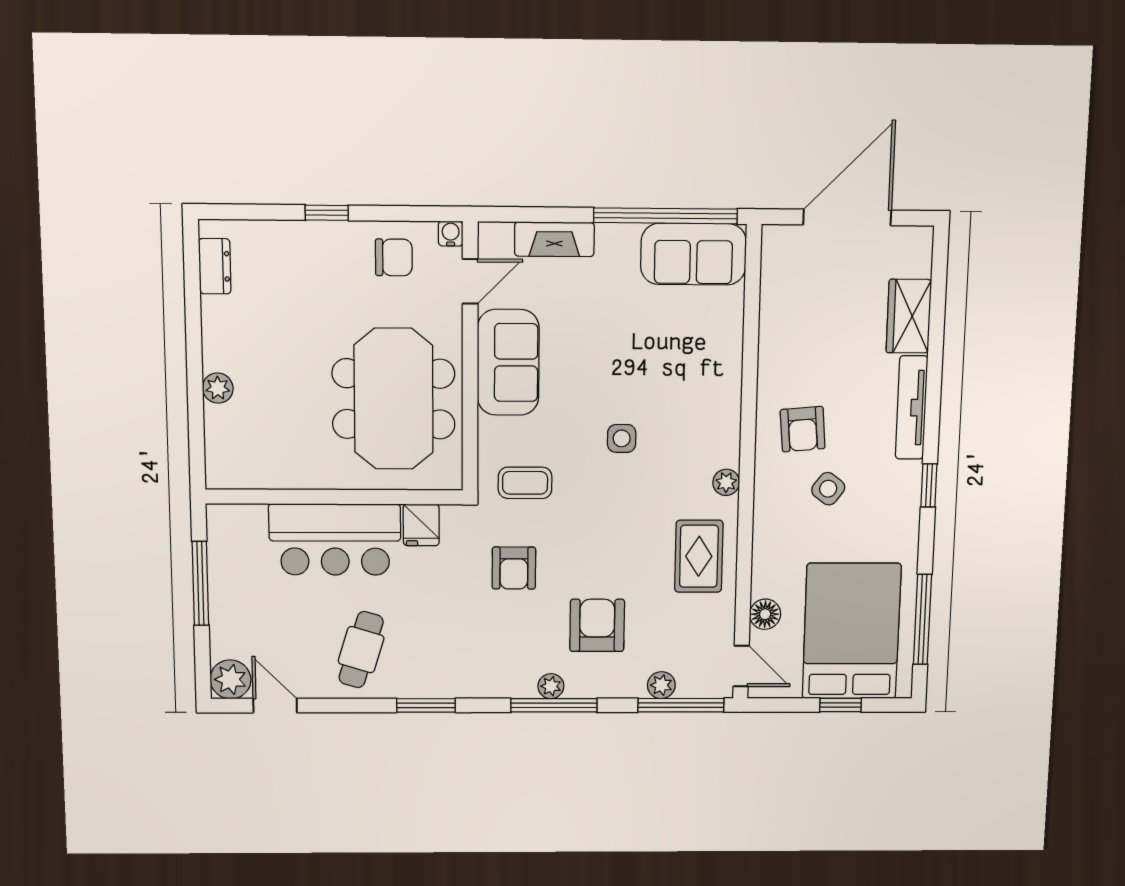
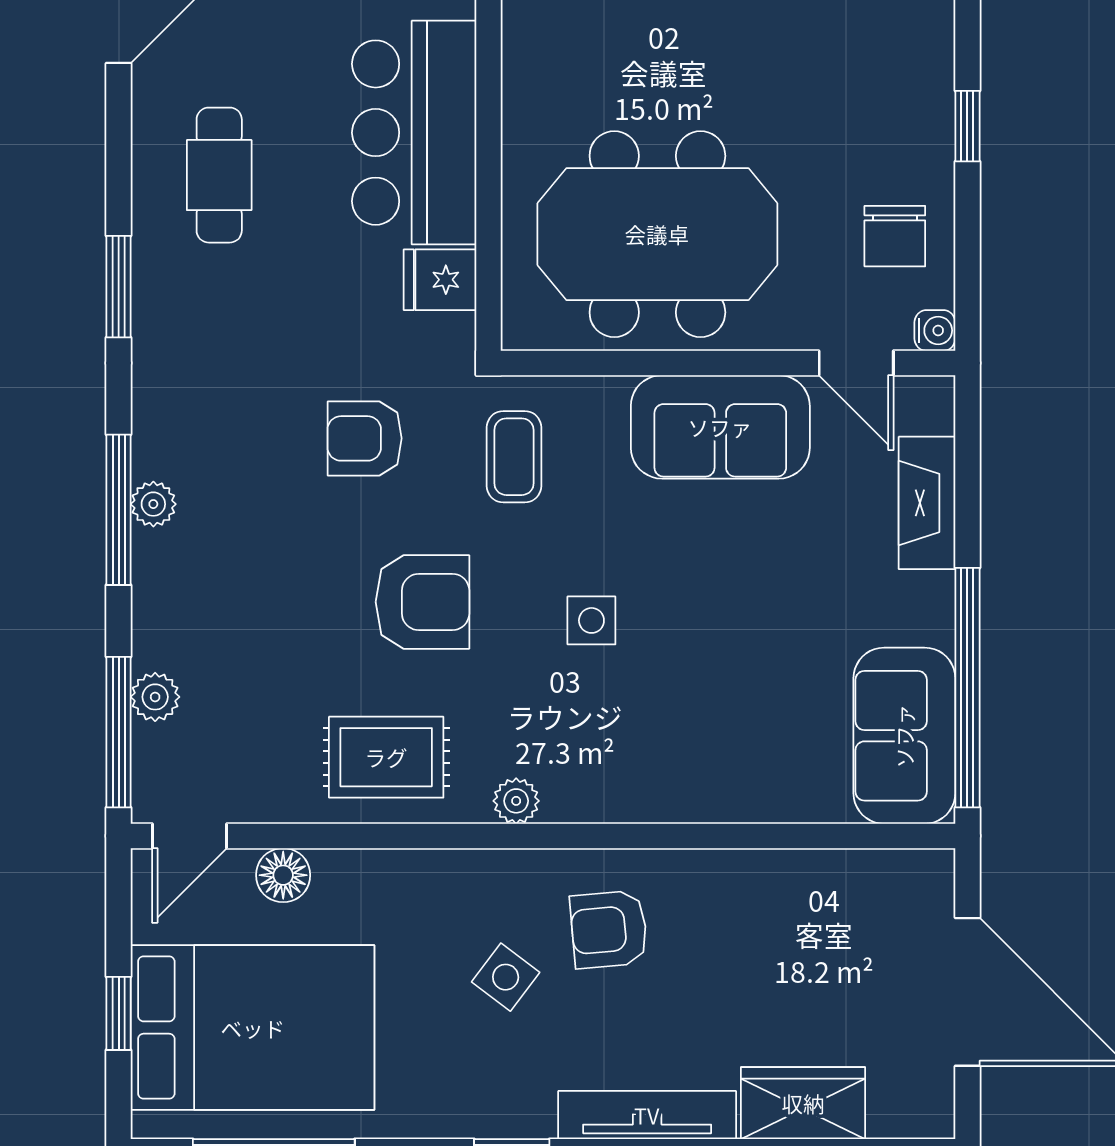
armchair: (597, 625) -> (422, 602), moved
cafe table: (361, 650) -> (219, 175), turned 73

